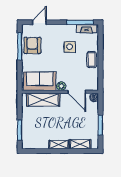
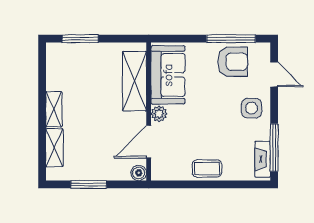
side table: (70, 47) -> (251, 108), moved

